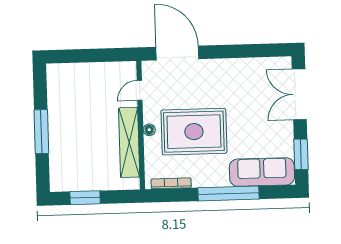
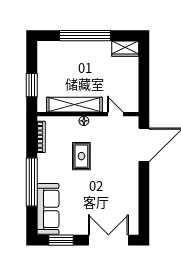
wardrobe: (56, 80) -> (125, 49), added
window: (41, 132) -> (85, 36), width x1.46
rug: (194, 132) -> (81, 156), width x0.54, depth x0.49
window: (85, 198) -> (32, 85), moved

